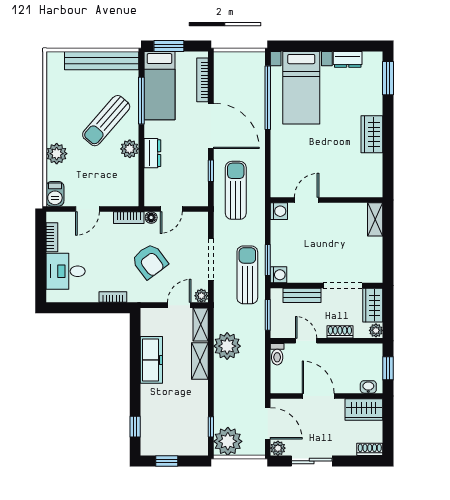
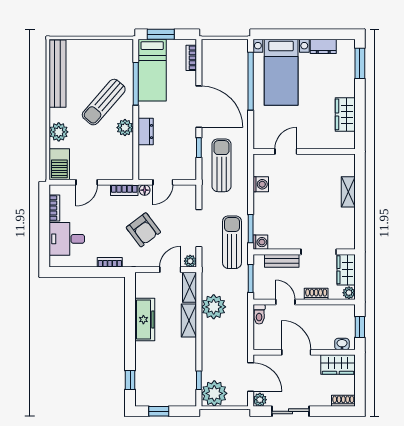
bench: (102, 61) -> (58, 74), moved, turned 90
bookcase: (203, 80) -> (191, 58), width x0.64
barbecue: (55, 194) -> (59, 164), width x1.38, depth x1.27
door: (307, 200) -> (286, 152), moved
wall: (327, 200) -> (304, 152), moved

